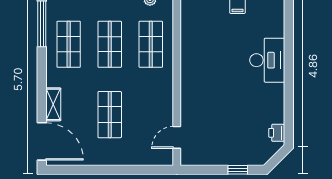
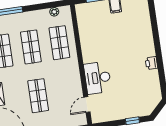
desk: (267, 60) -> (98, 78), moved, turned 180
printer: (277, 133) -> (151, 63), moved

